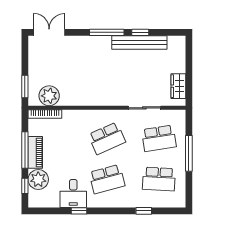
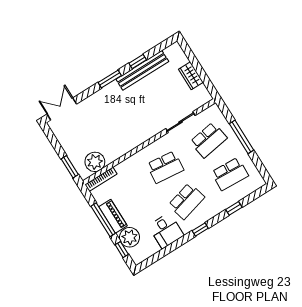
window: (107, 32) -> (110, 79), width x0.69
wardrobe: (178, 86) -> (191, 76), moved
school desk: (107, 138) -> (165, 167), turned 30
window: (79, 211) -> (200, 229), moved

